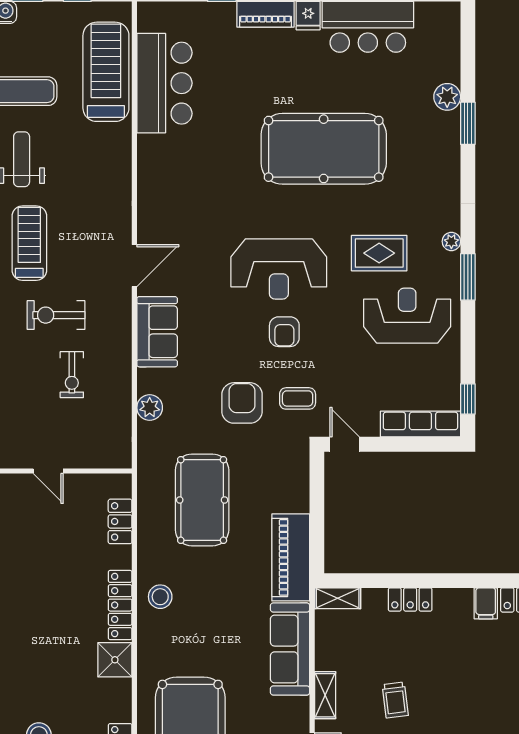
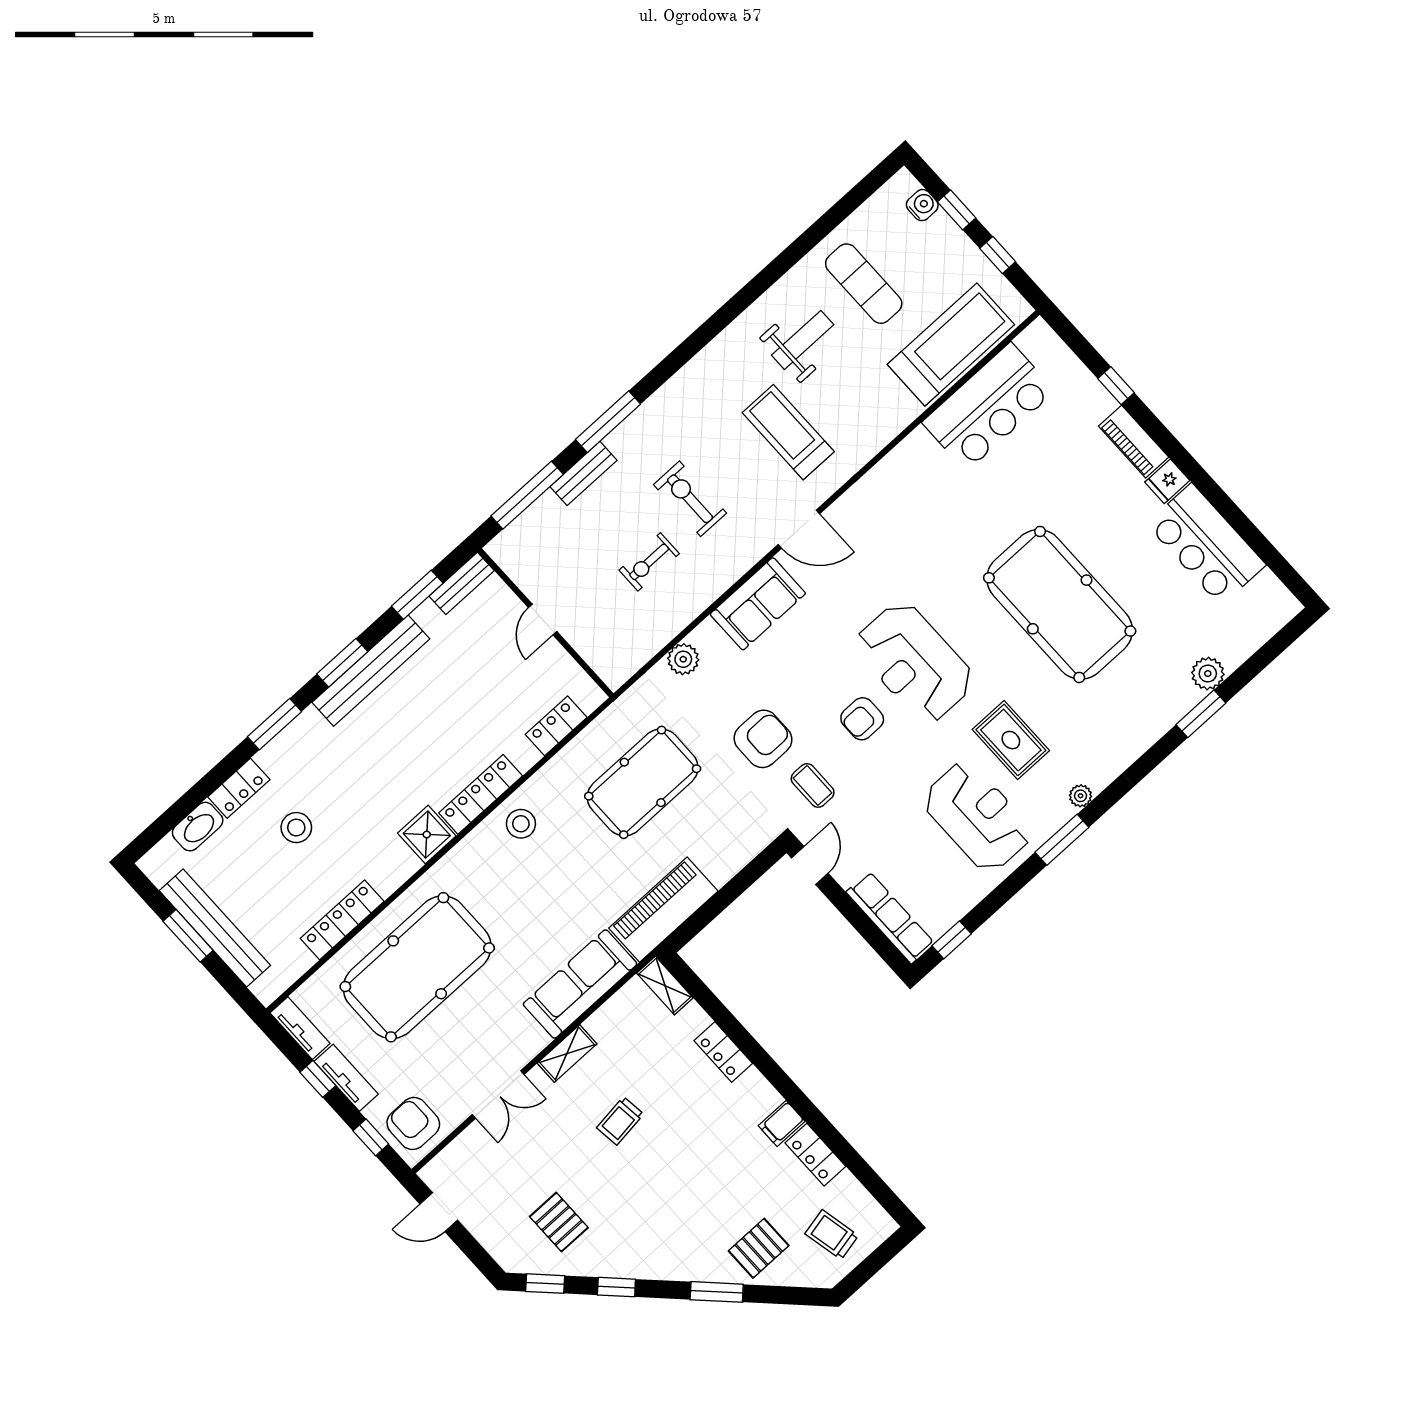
treadmill: (29, 243) -> (788, 432), moved, turned -90

